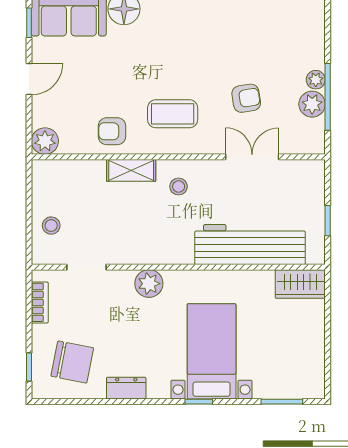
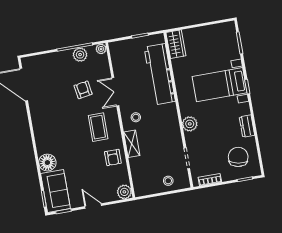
plant: (316, 80) -> (101, 49), moved
double door: (252, 157) -> (115, 92), moved

